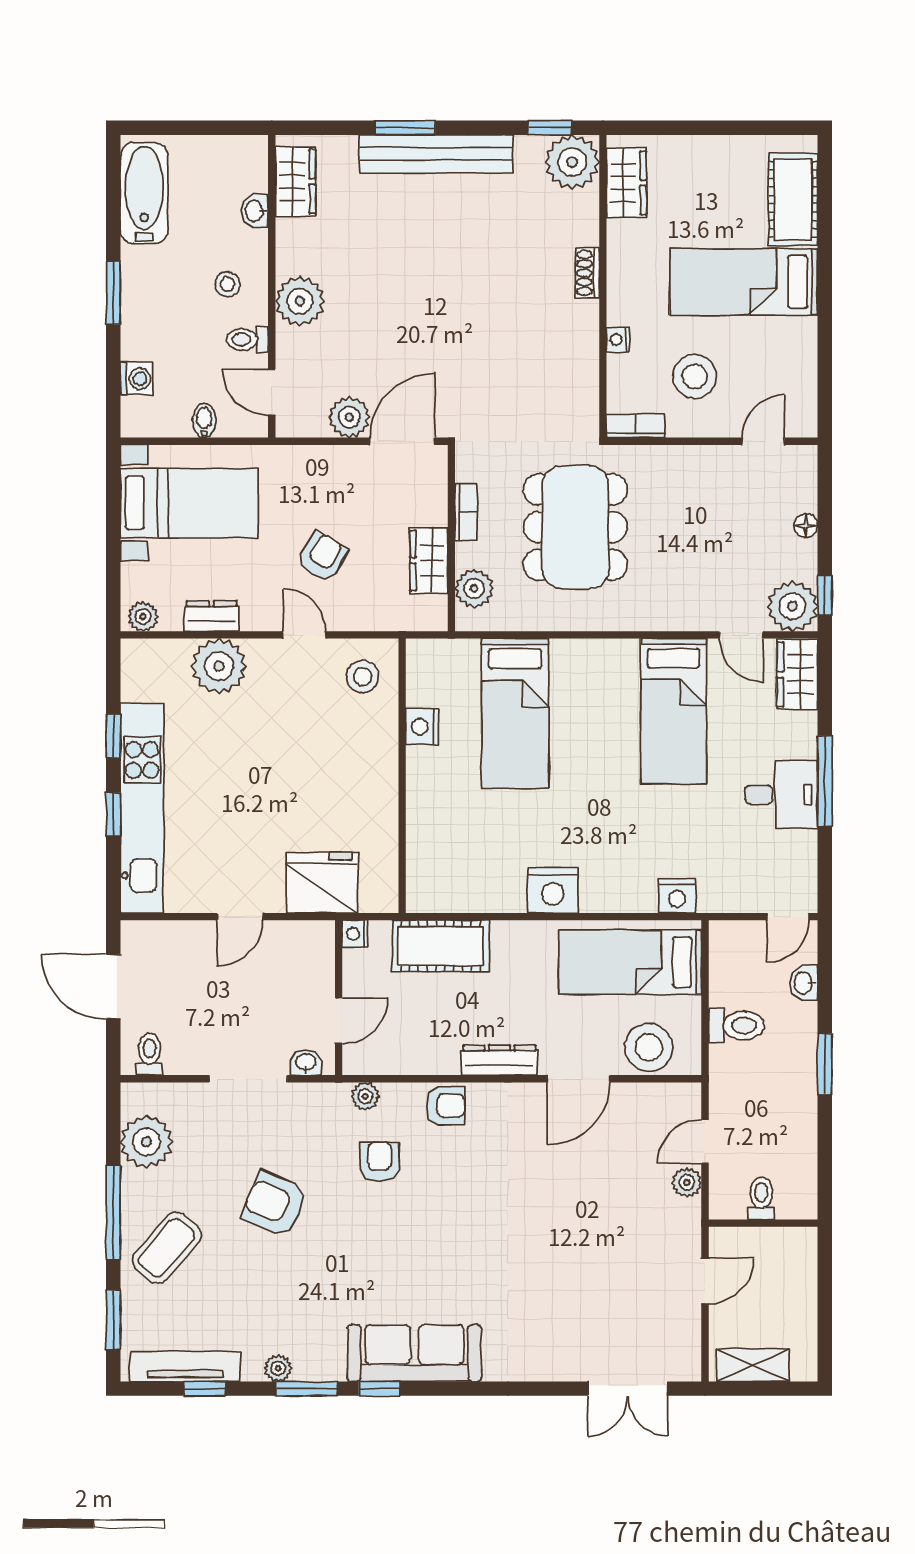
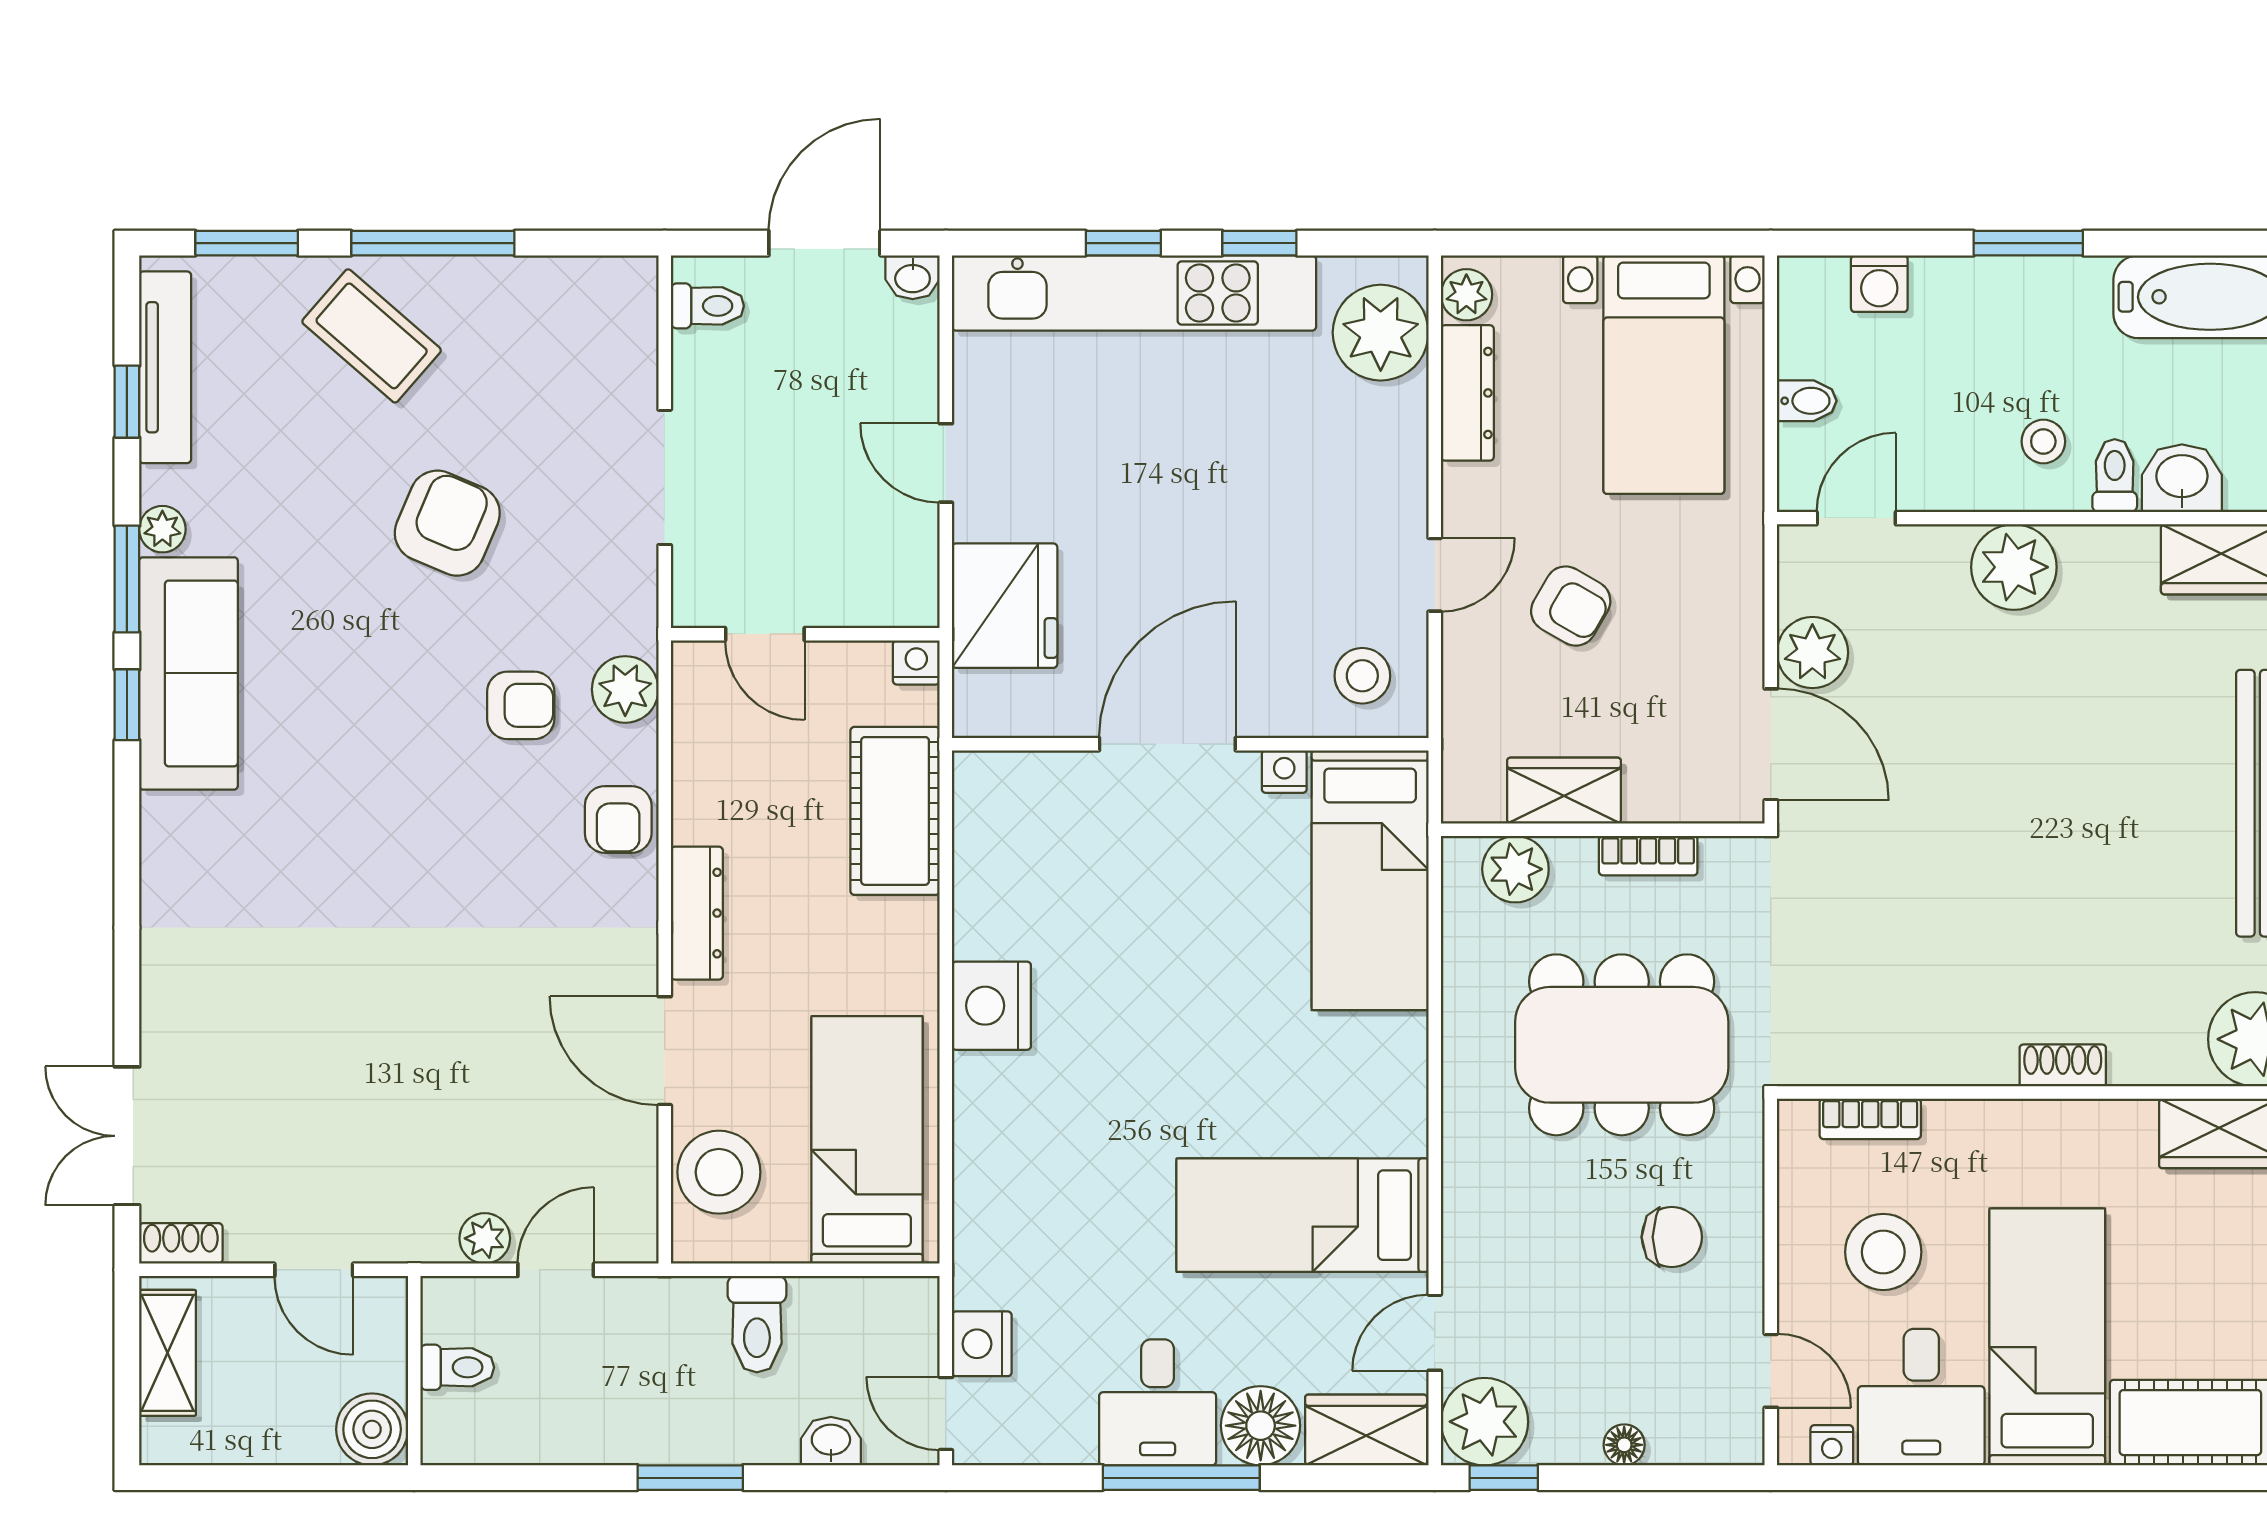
washbasin: (255, 211) -> (2182, 478), width x1.38, depth x1.45
toilet: (247, 339) -> (2115, 476), moved
nightstand: (618, 340) -> (1832, 1445), moved, turned 180
desk: (778, 355) -> (1921, 1397), added
bookcase: (636, 426) -> (1870, 1119), moved, turned 90
chair: (686, 498) -> (1672, 1237), added
dresser: (211, 616) -> (1467, 393), width x1.44
plant: (219, 666) -> (1381, 333), moved
bed: (515, 713) -> (1370, 880), moved, turned -90
nightstand: (422, 727) -> (1284, 772), width x0.72, depth x0.74
floor lamp: (795, 735) -> (1261, 1426), added
door: (402, 789) -> (1167, 744), added
nightstand: (677, 896) -> (982, 1344), moved
washbasin: (306, 1063) -> (913, 277), moved, turned 90
plant: (365, 1096) -> (625, 689), width x1.38, depth x1.38
plant: (147, 1142) -> (555, 301), removed
door: (705, 1142) -> (556, 1270), hinge flipped
boiler: (797, 1247) -> (372, 1429), added
sofa: (414, 1353) -> (189, 673), moved
shoe rack: (690, 1358) -> (181, 1243), added

